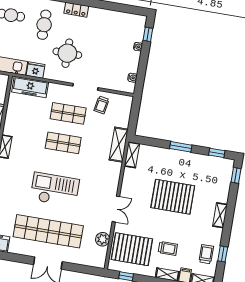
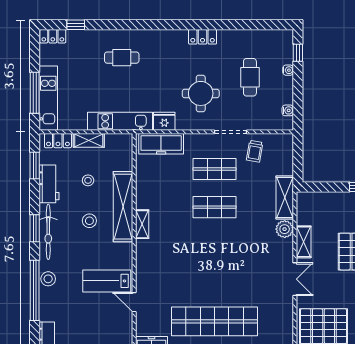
cafe table: (44, 25) -> (250, 77), moved
shelving: (132, 155) -> (304, 242), moved
checkout: (55, 190) -> (214, 268), removed
plant: (103, 239) -> (285, 229), moved

